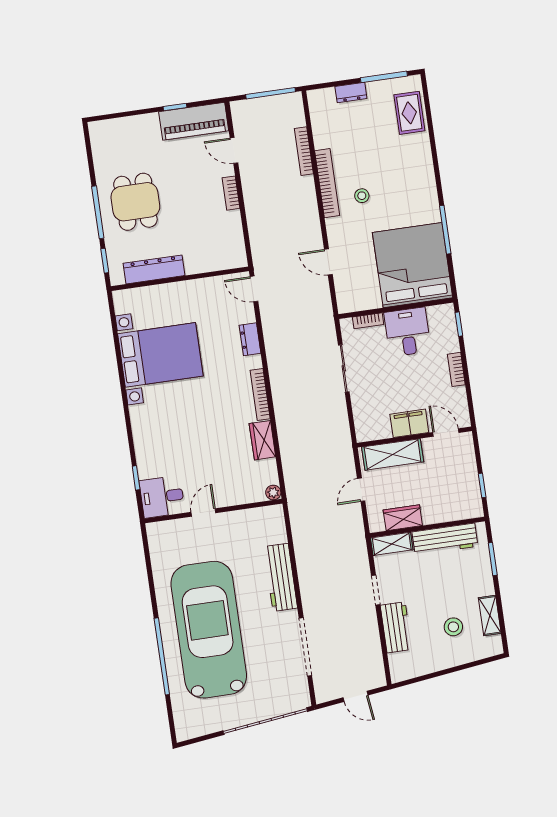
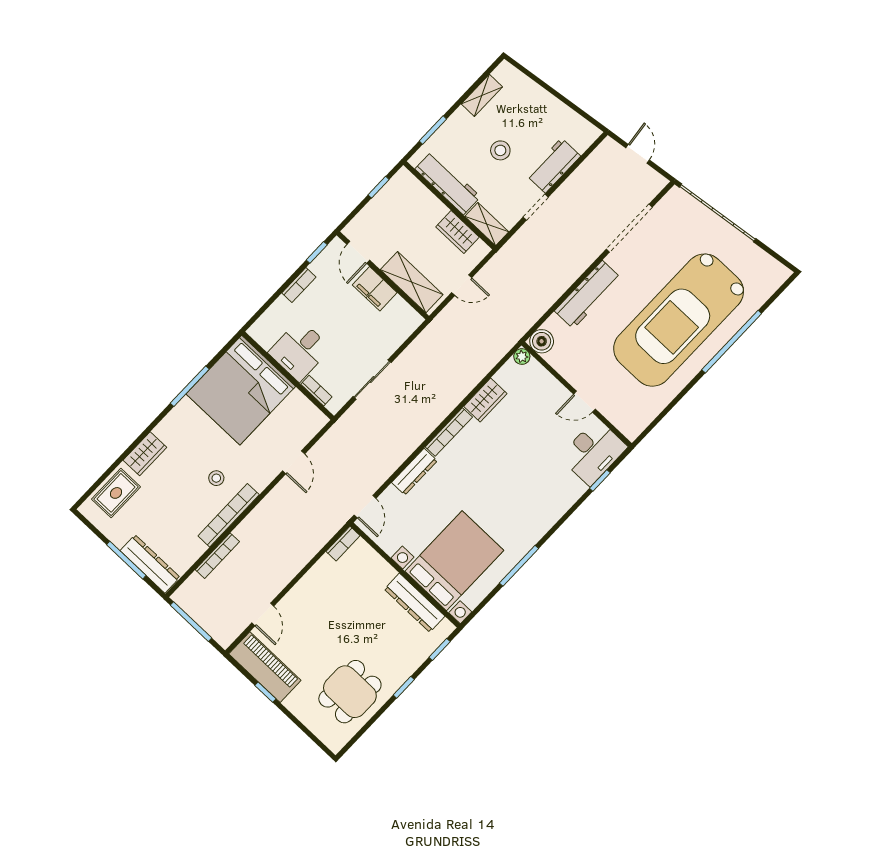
window: (384, 77) -> (126, 560), moved
dresser: (351, 92) -> (150, 564), width x1.96, depth x1.24
wardrobe: (422, 157) -> (145, 454), added
bookcase: (231, 193) -> (343, 544), moved
dining table: (135, 202) -> (350, 692), moved
window: (98, 212) -> (404, 687), width x0.46
window: (459, 324) -> (317, 252), moved
dresser: (250, 339) -> (414, 472), width x1.44
bed with nightstands: (160, 355) -> (454, 561), moved, turned 90
window: (120, 368) -> (519, 566), added
desk: (162, 497) -> (593, 452), width x1.37
boiler: (273, 516) -> (542, 341), added
stool: (453, 627) -> (500, 150), moved

